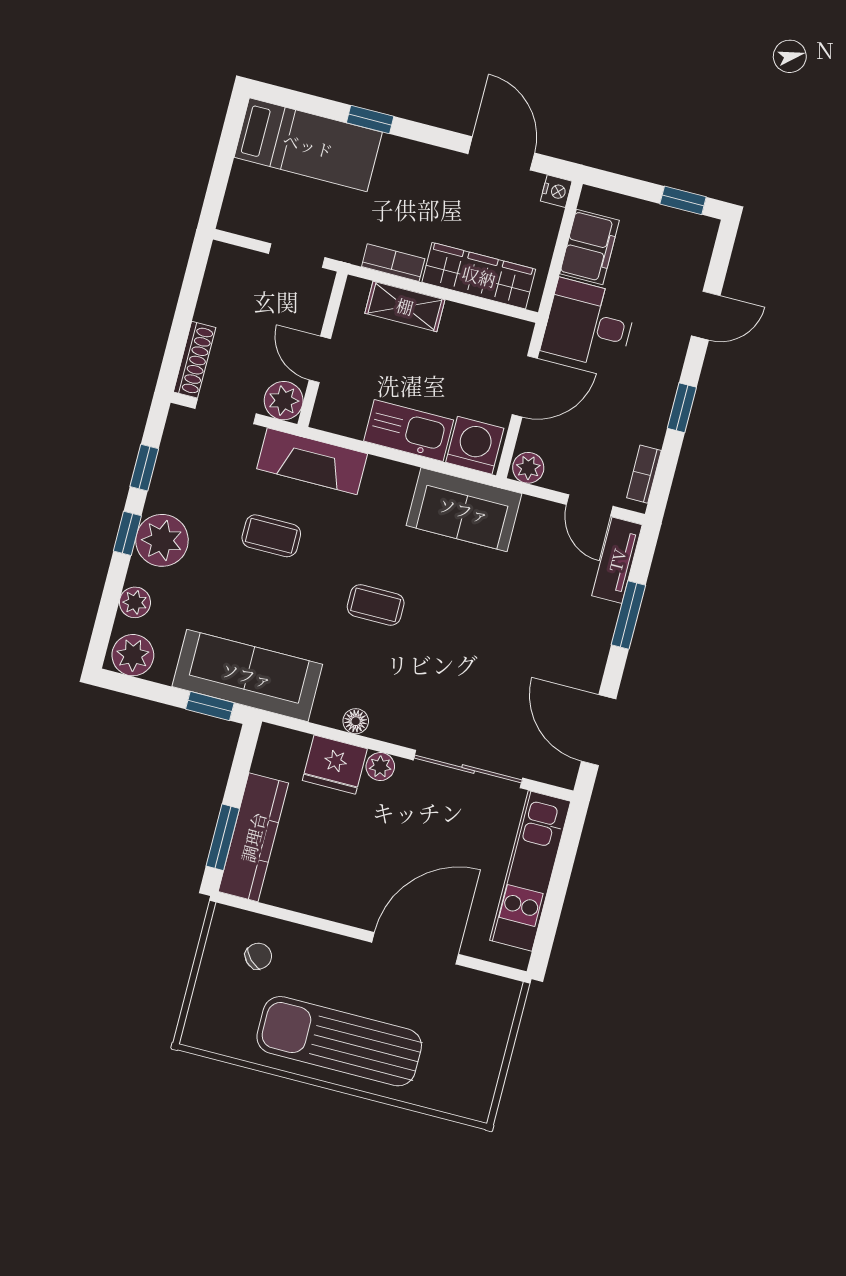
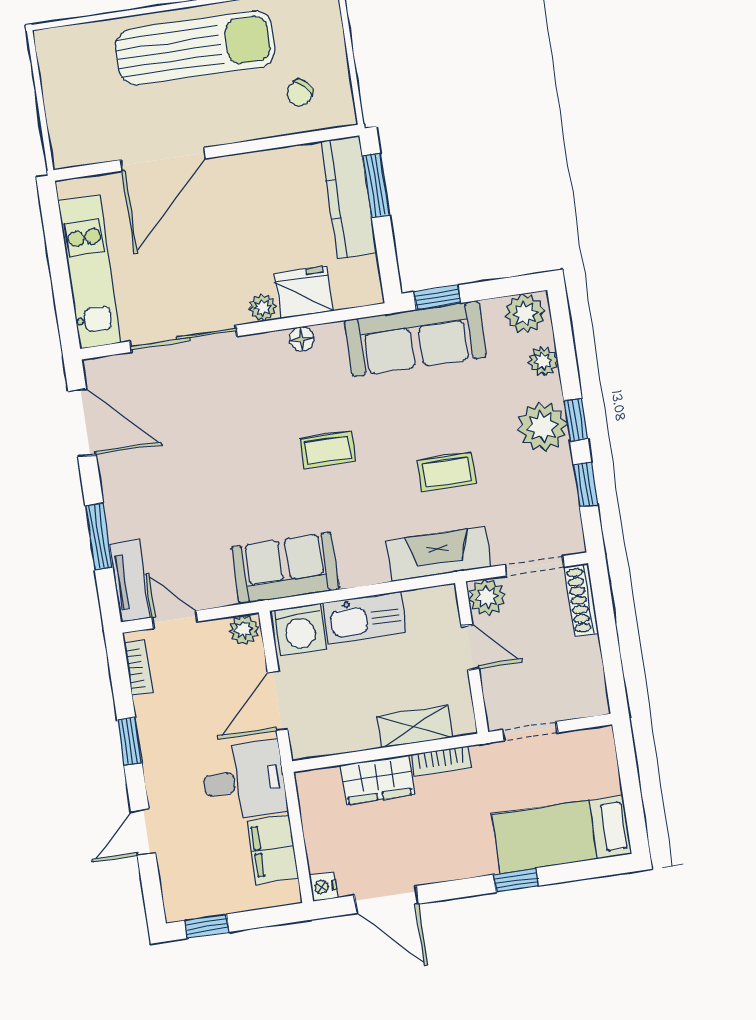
wardrobe: (479, 276) -> (377, 780), width x0.67

